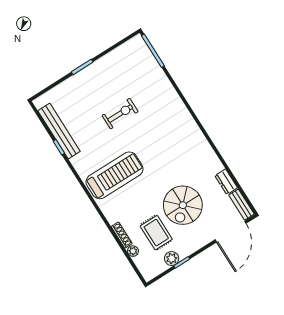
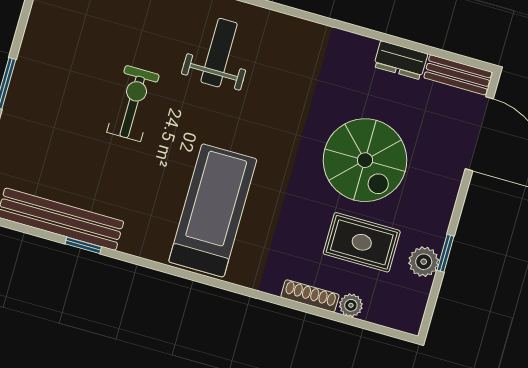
weight bench: (166, 123) -> (219, 53), added

